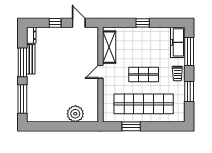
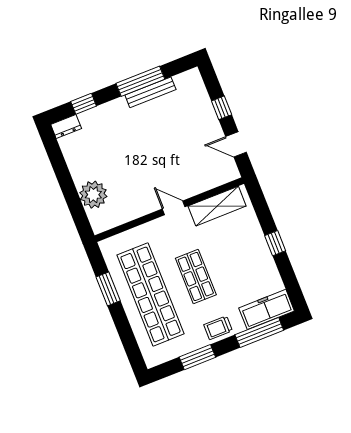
door: (79, 23) -> (236, 144), swing flipped
dresser: (31, 35) -> (66, 126), moved
window: (22, 99) -> (84, 104), width x0.46

